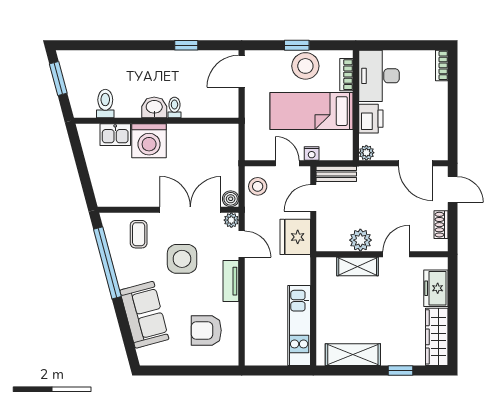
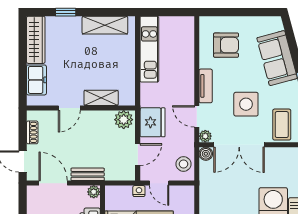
bench: (336, 174) -> (88, 174), moved
coffee table: (139, 234) -> (282, 125), width x1.36, depth x1.30
plant: (360, 240) -> (124, 120), moved

